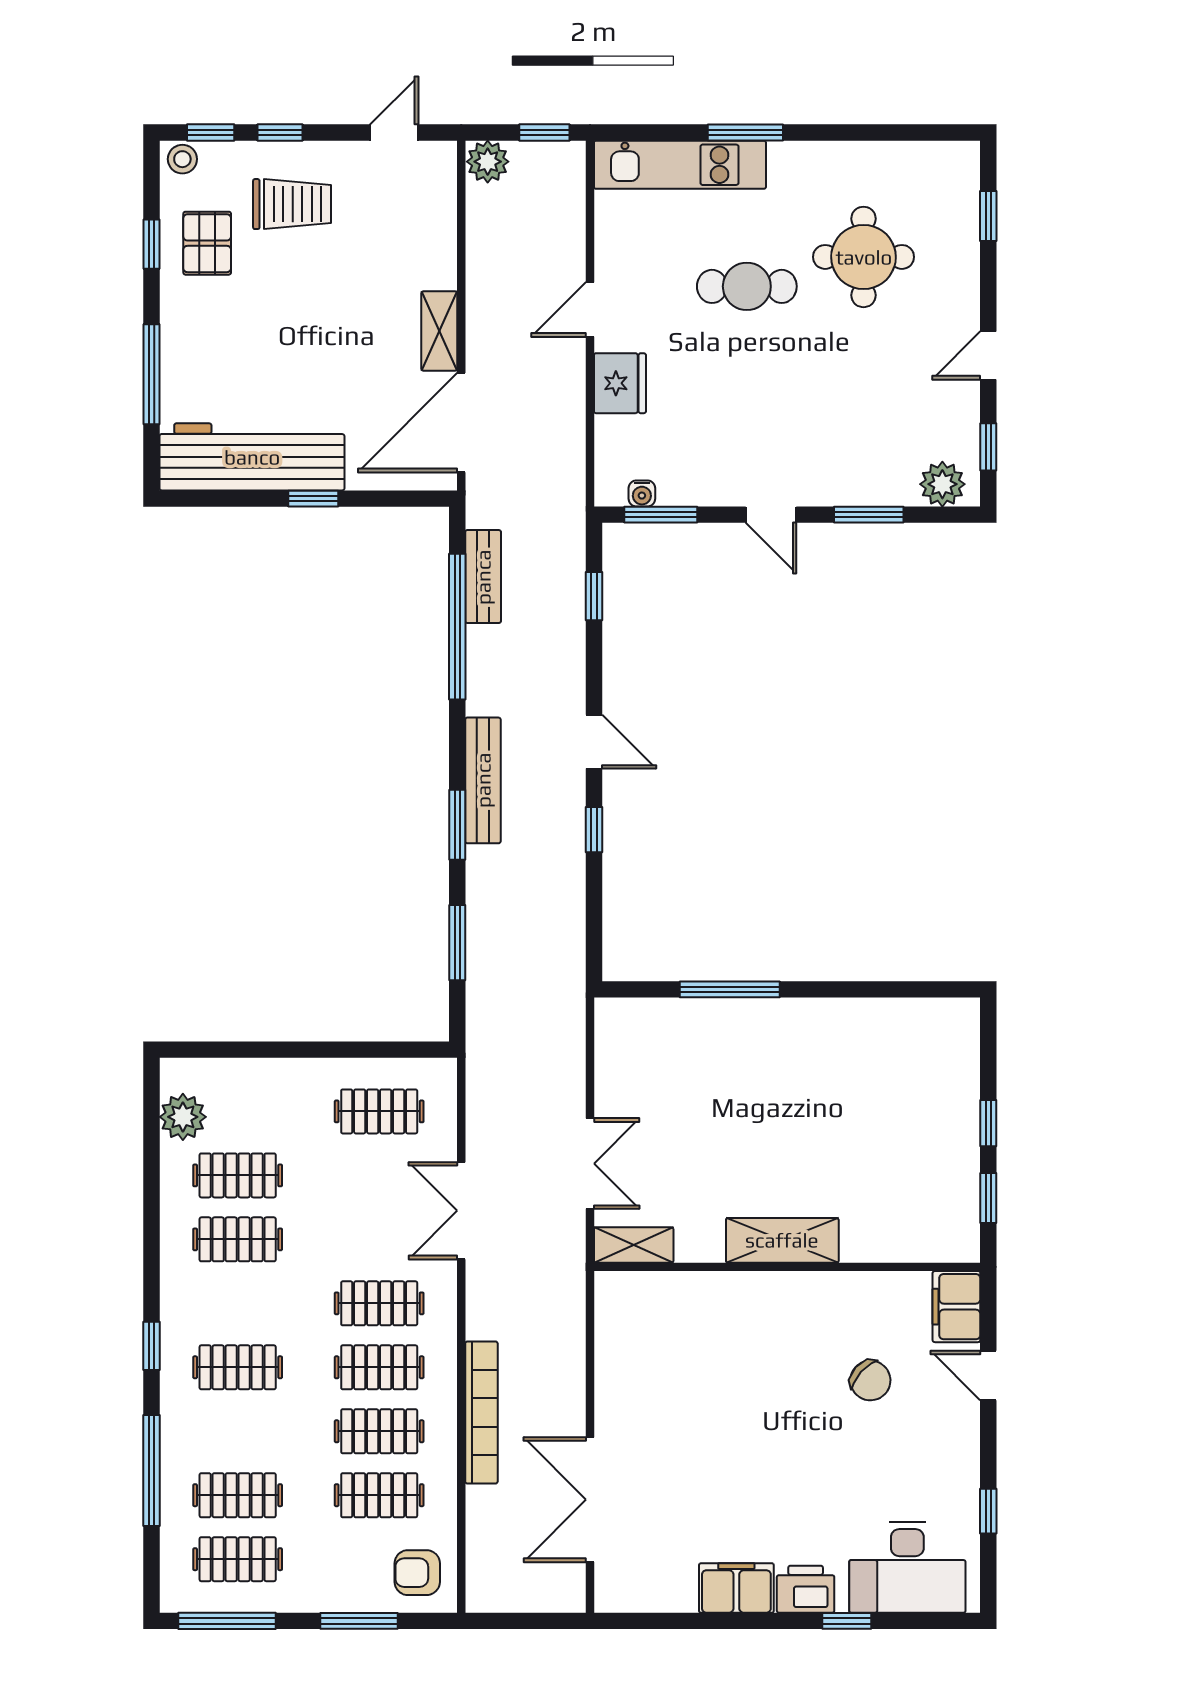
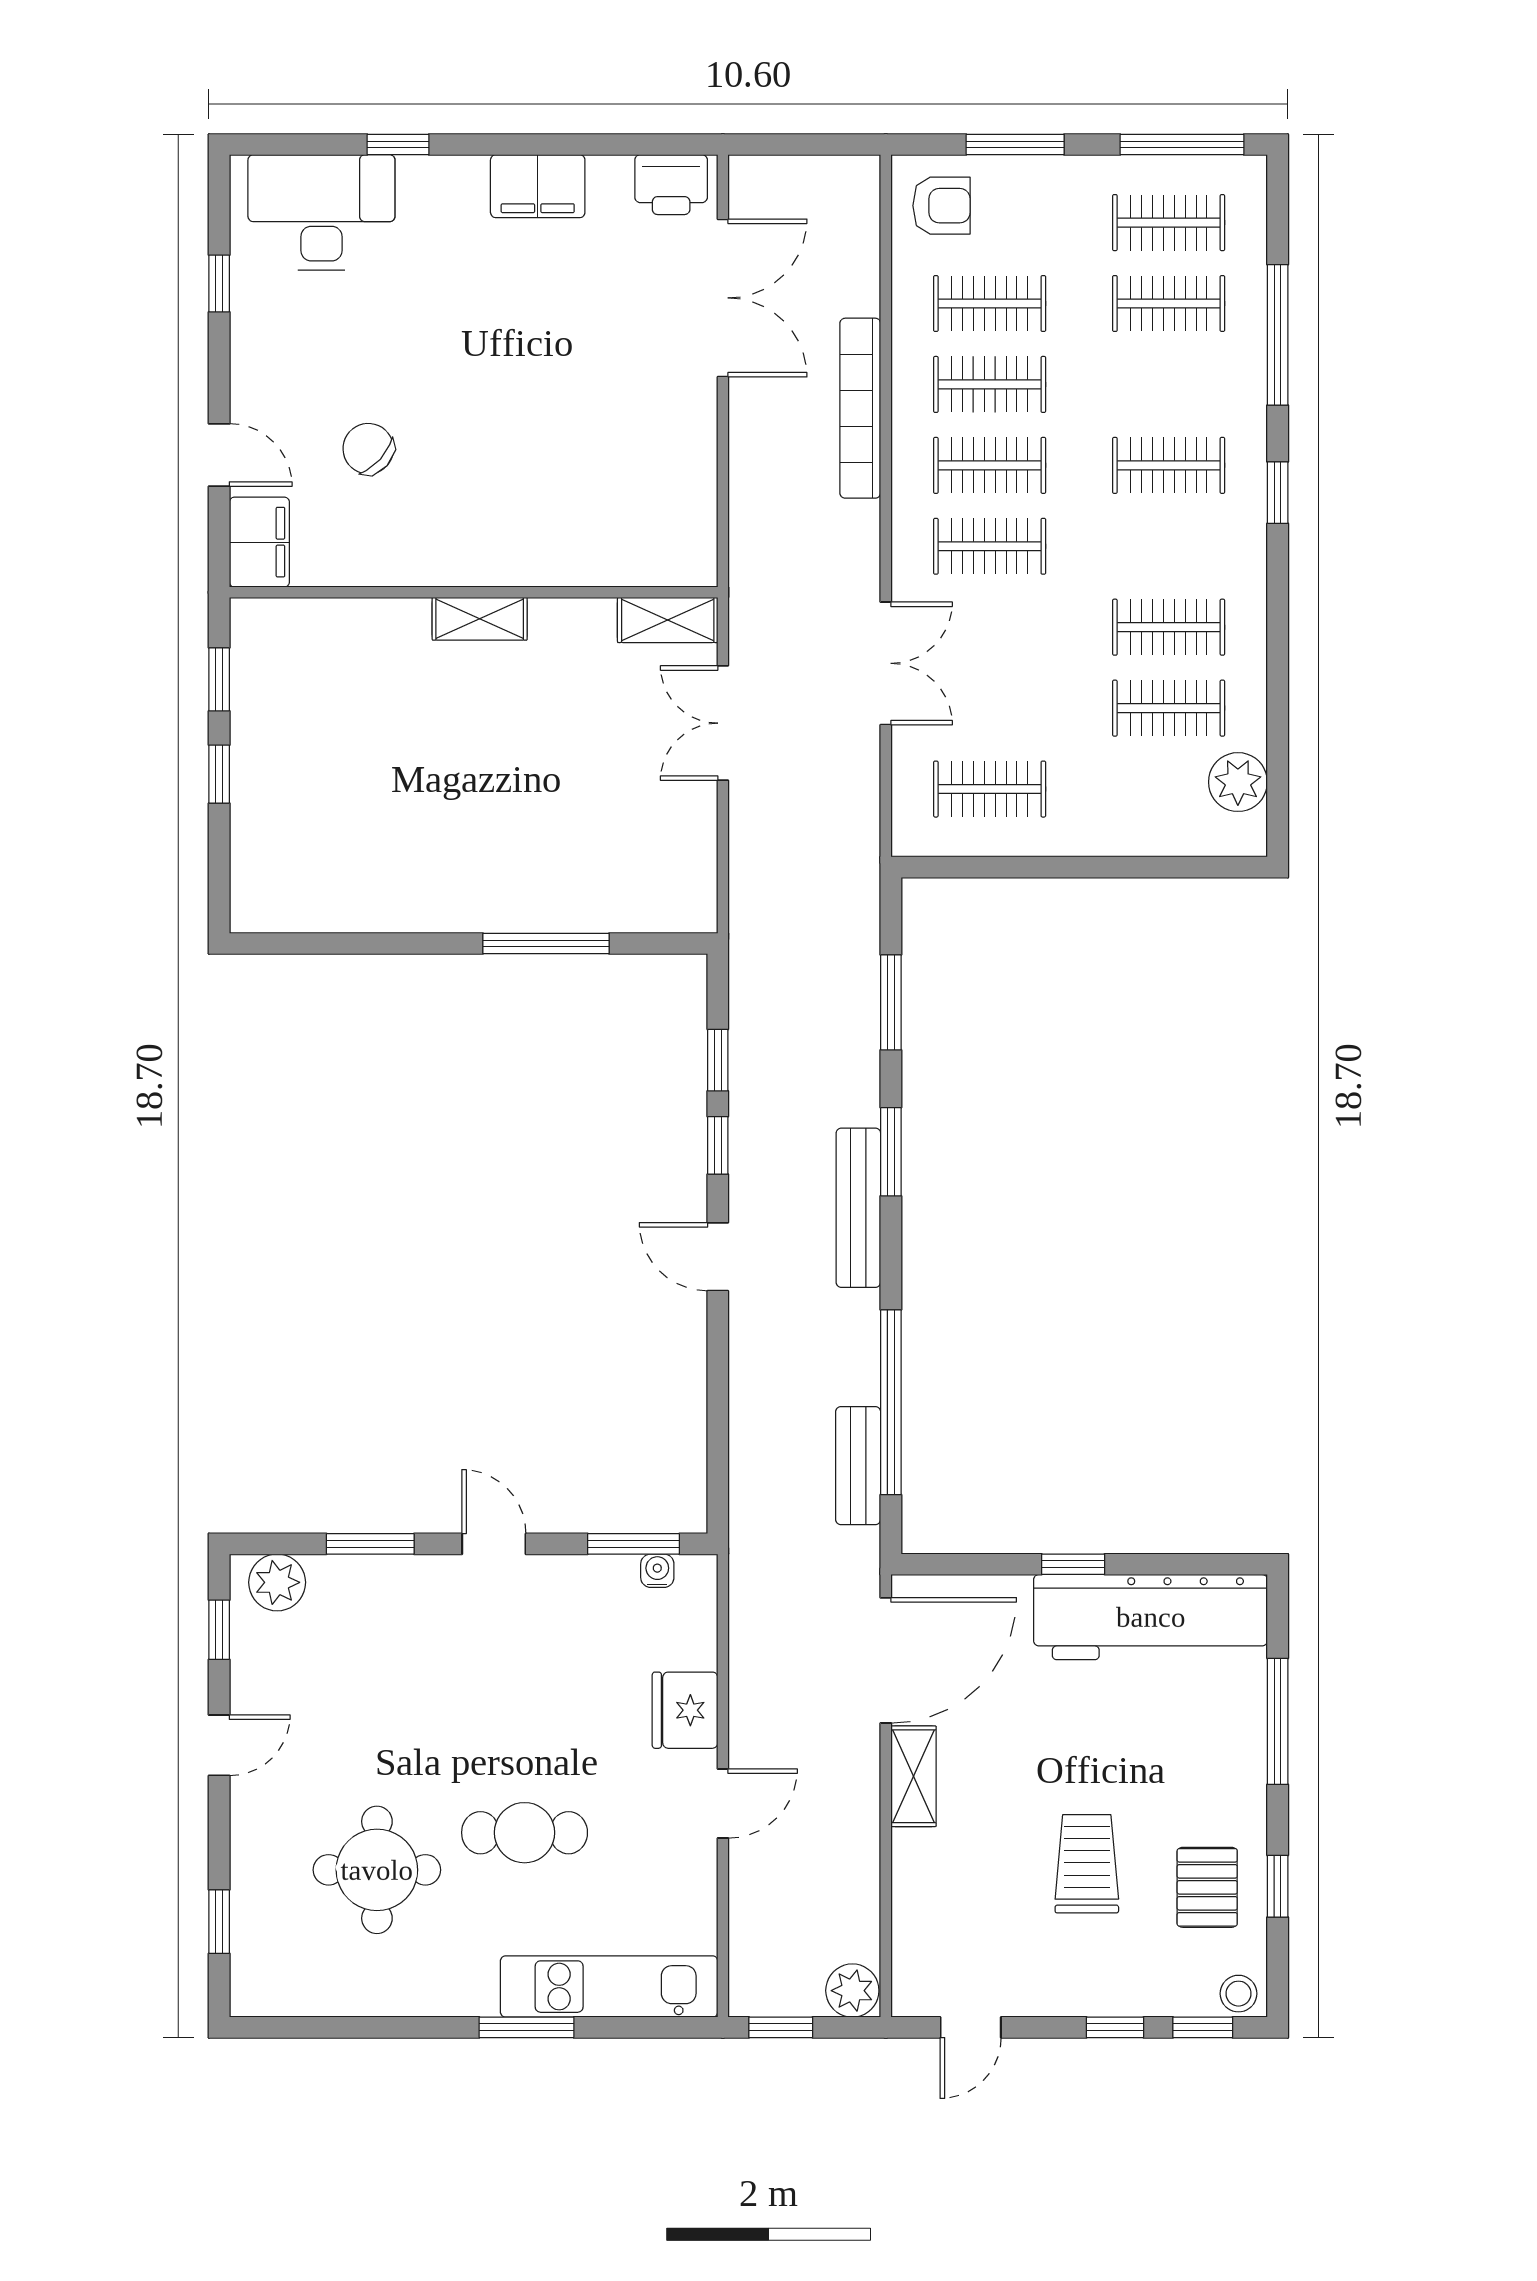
trolley: (292, 204) -> (1087, 1864), moved, turned 90
window: (594, 596) -> (718, 1060), moved
shelving: (782, 1240) -> (480, 619), width x0.67, depth x0.75
printer: (806, 1589) -> (671, 185), moved

